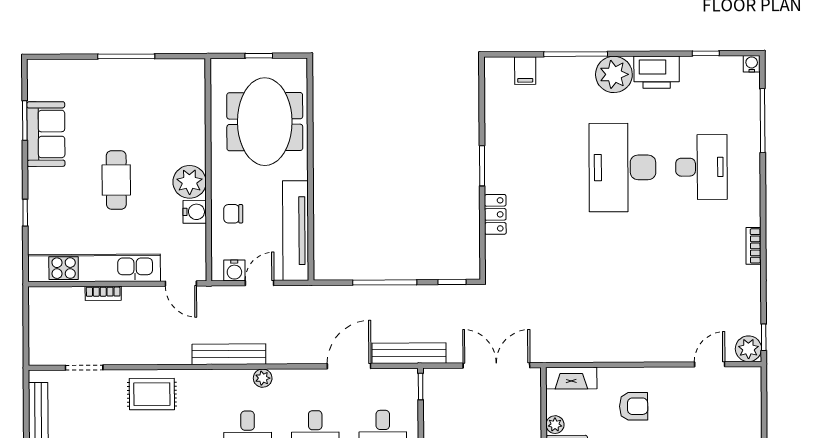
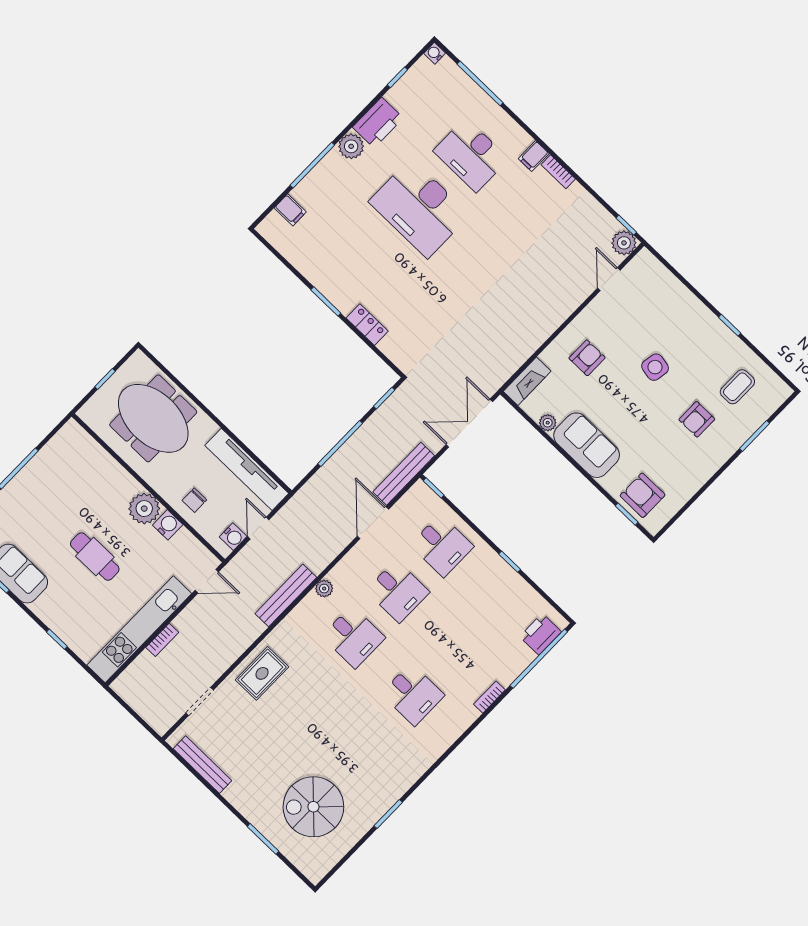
plant: (614, 74) -> (351, 146), width x0.73, depth x0.73
desk: (701, 167) -> (471, 155), turned 180
filing cabinet: (747, 215) -> (534, 156), added

